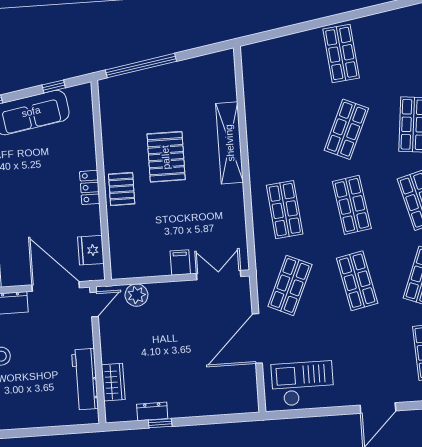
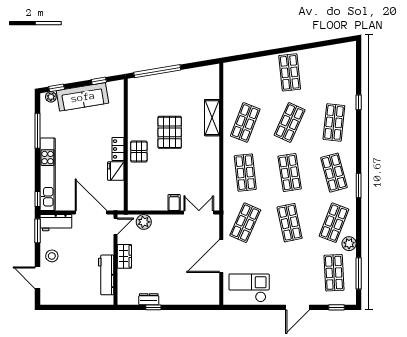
shop shelf: (279, 134) -> (245, 122), added
shelving: (230, 143) -> (212, 118), width x0.68
fridge: (91, 250) -> (116, 171), moved
wardrobe: (113, 382) -> (124, 256), moved

